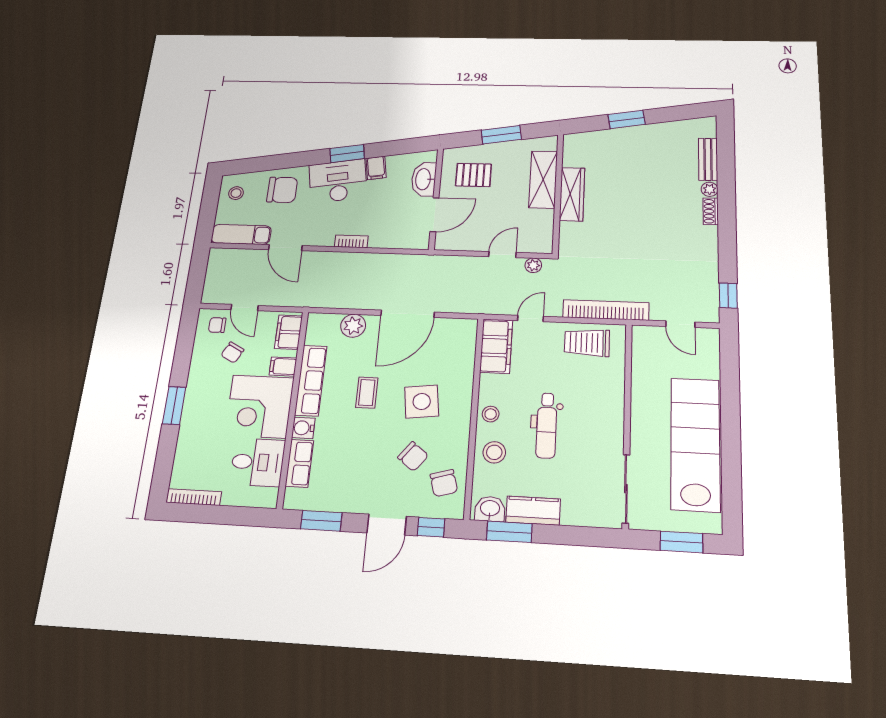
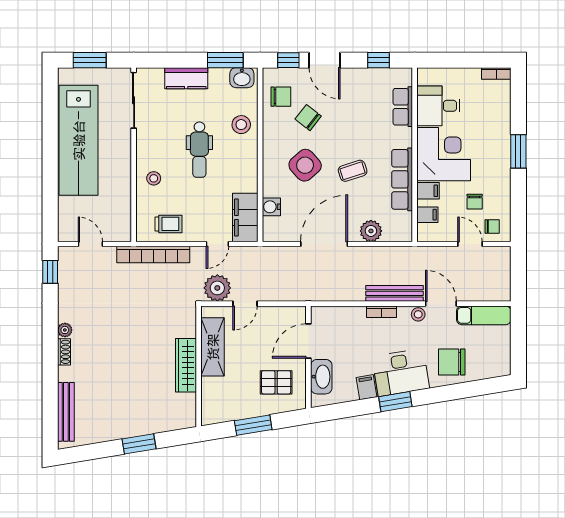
bench: (708, 159) -> (66, 412), width x1.36
shelving: (543, 180) -> (213, 347), moved
plant: (710, 189) -> (65, 330), moved
stool: (236, 193) -> (418, 314), moved
bench: (335, 260) -> (394, 293), added
plant: (533, 265) -> (217, 288), width x1.88, depth x1.88
filing cabinet: (289, 332) -> (427, 215), width x0.50
trolley: (587, 343) -> (168, 224), width x0.73, depth x0.72
chair: (232, 352) -> (475, 202), turned 152
coffee table: (367, 393) -> (353, 171), turned 72
side table: (422, 401) -> (305, 165), turned -35
stool: (491, 414) -> (154, 178), moved
dental chair: (547, 425) -> (199, 150), turned 180
water cooler: (303, 428) -> (271, 207), moved, turned 180
chair: (444, 483) -> (281, 97), turned 106
bookcase: (194, 497) -> (496, 73), width x0.64
kitchen counter: (533, 511) -> (186, 78), moved
window: (321, 521) -> (379, 60), width x0.67
door: (387, 525) -> (325, 60), swing flipped

